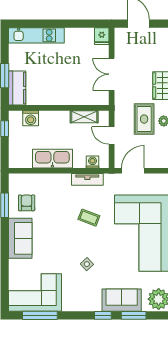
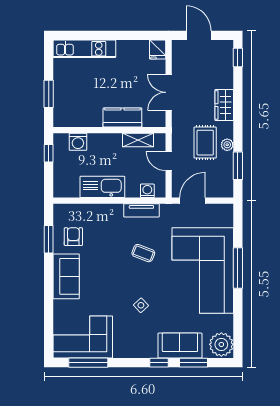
kitchen counter: (17, 88) -> (122, 117), moved, turned -90

